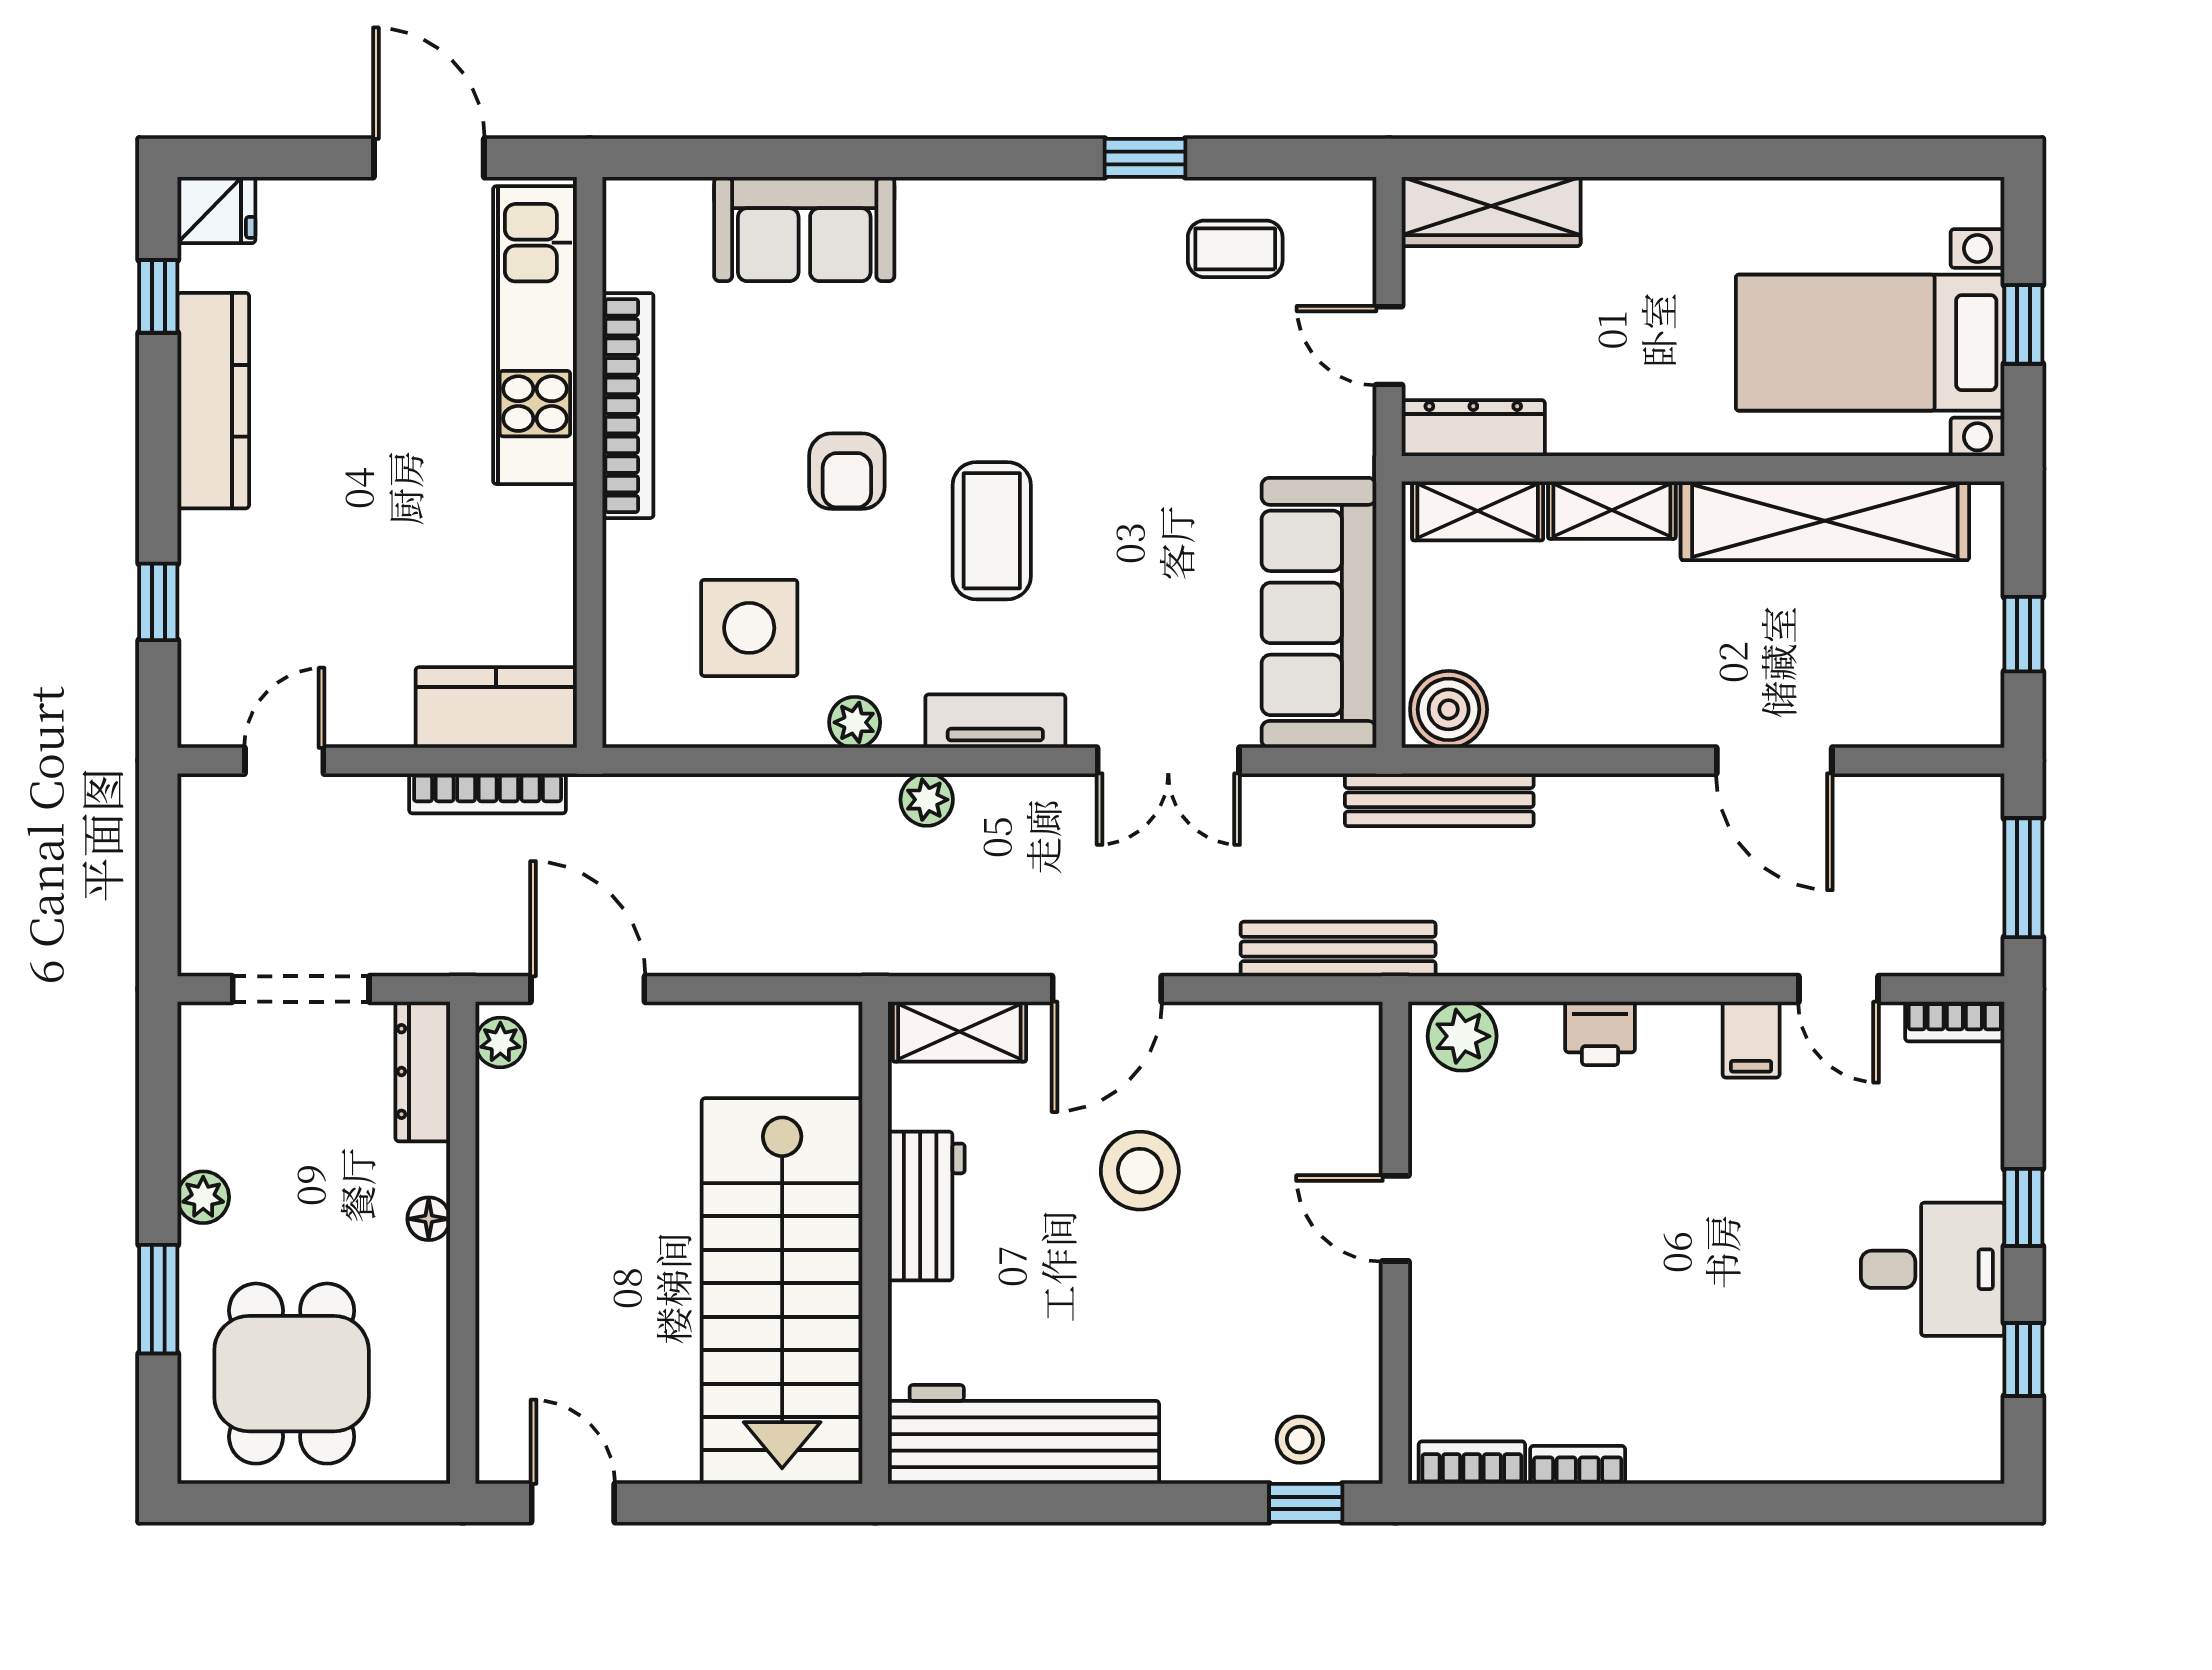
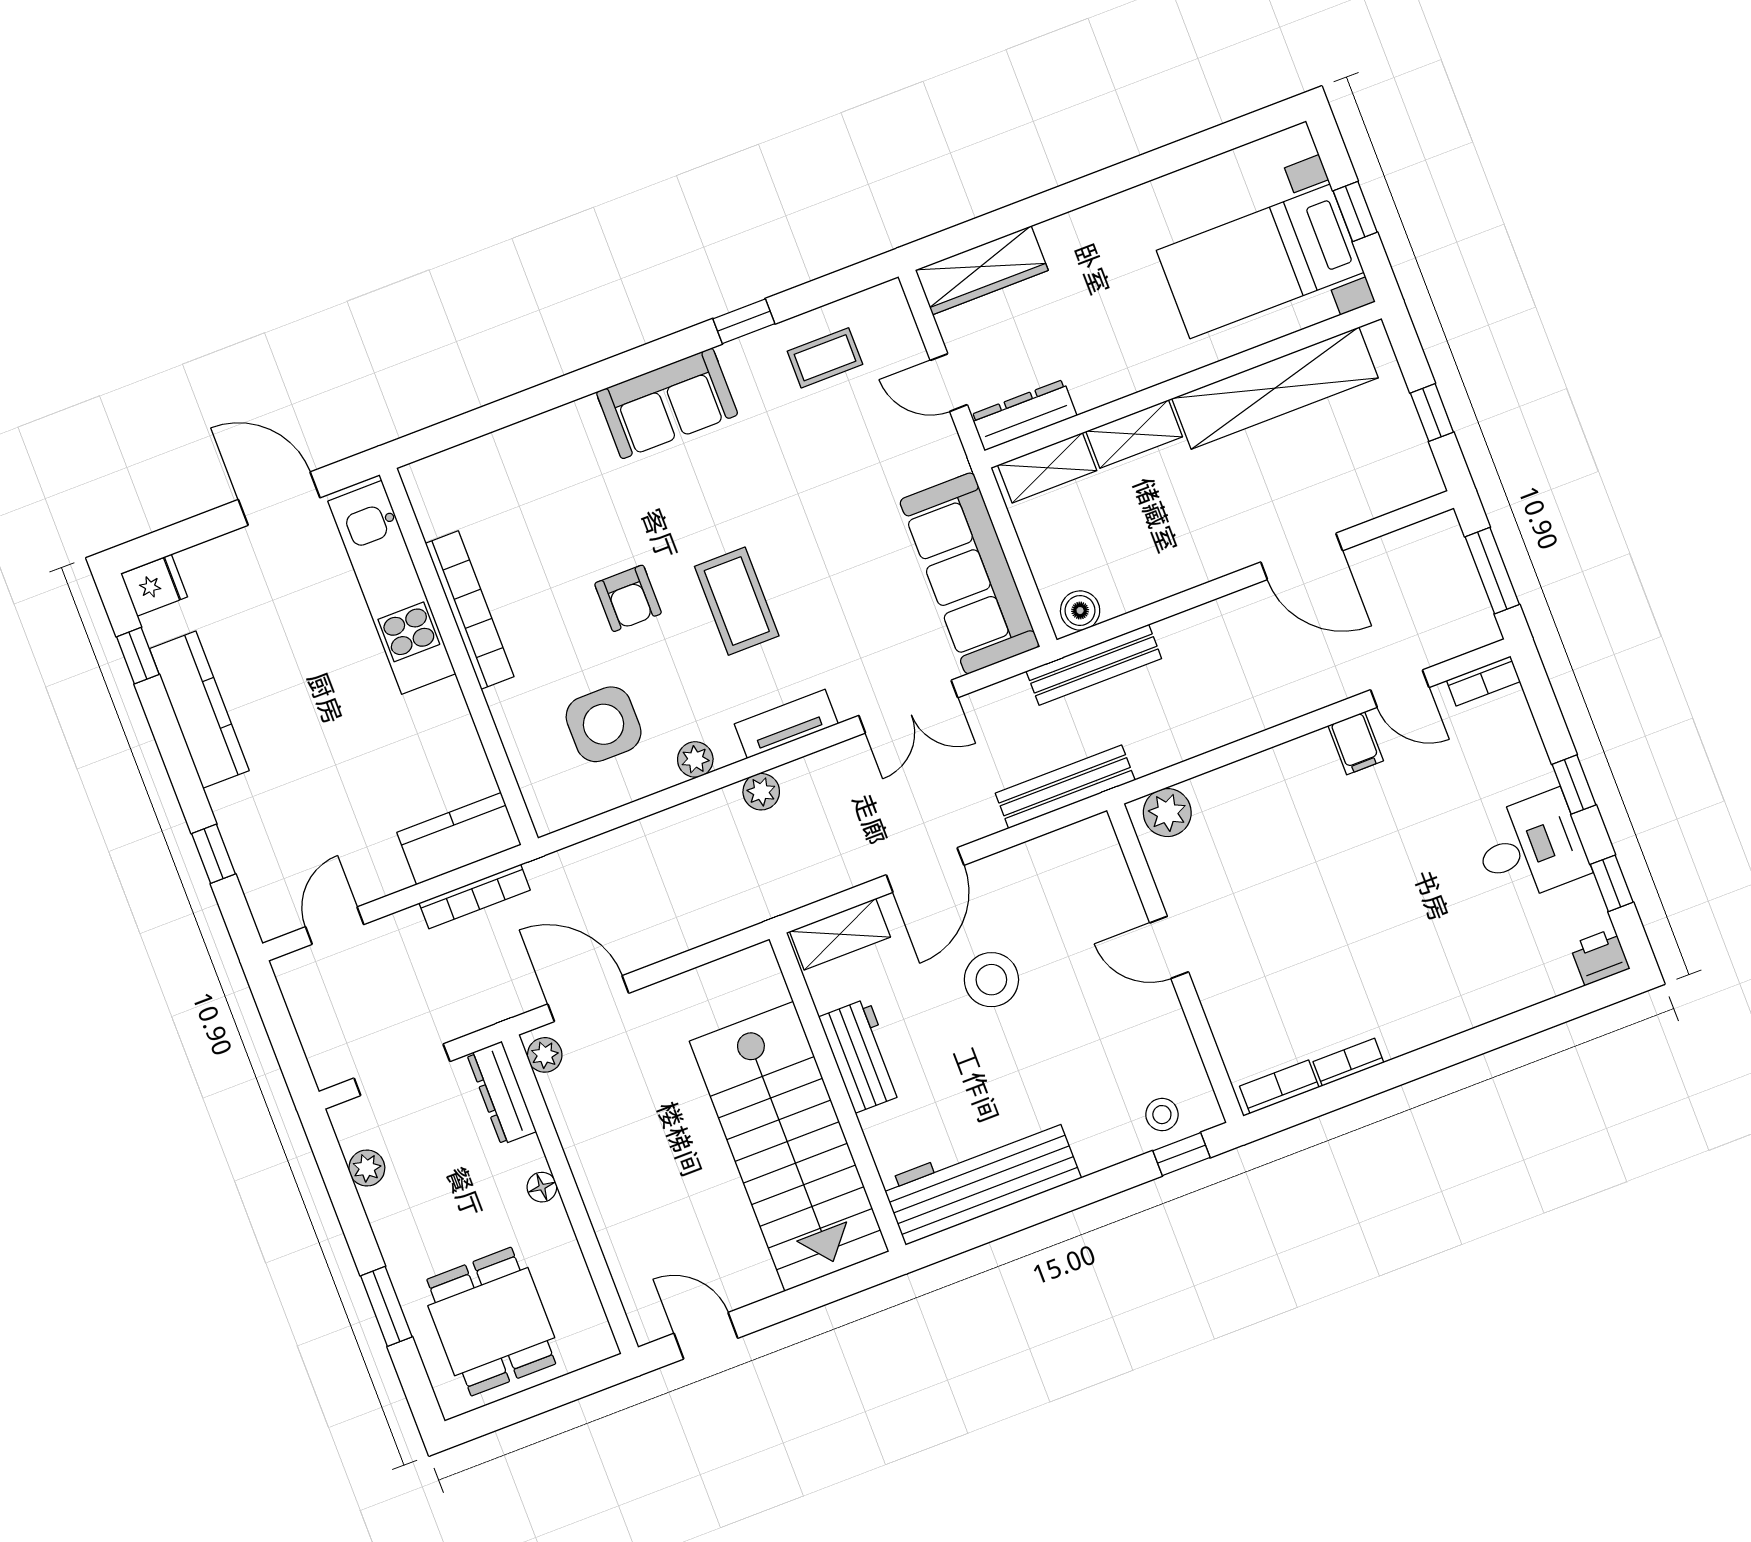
sofa: (804, 229) -> (667, 403), moved
boiler: (1449, 709) -> (1080, 611), width x0.73, depth x0.73
printer: (1600, 1033) -> (1600, 957), moved, turned 180
plant: (203, 1197) -> (367, 1168), moved

